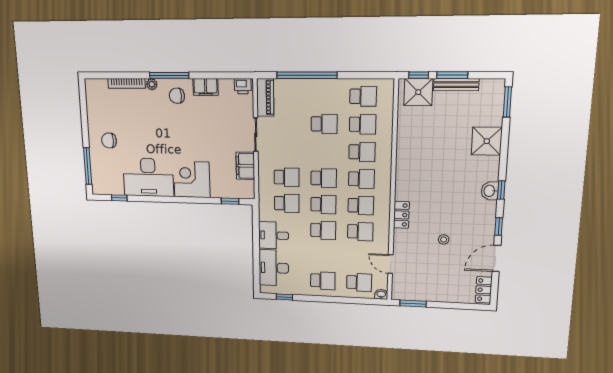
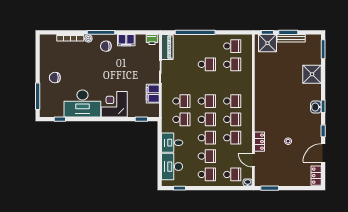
school desk: (362, 152) -> (207, 156), moved
locker: (401, 215) -> (260, 142), moved

